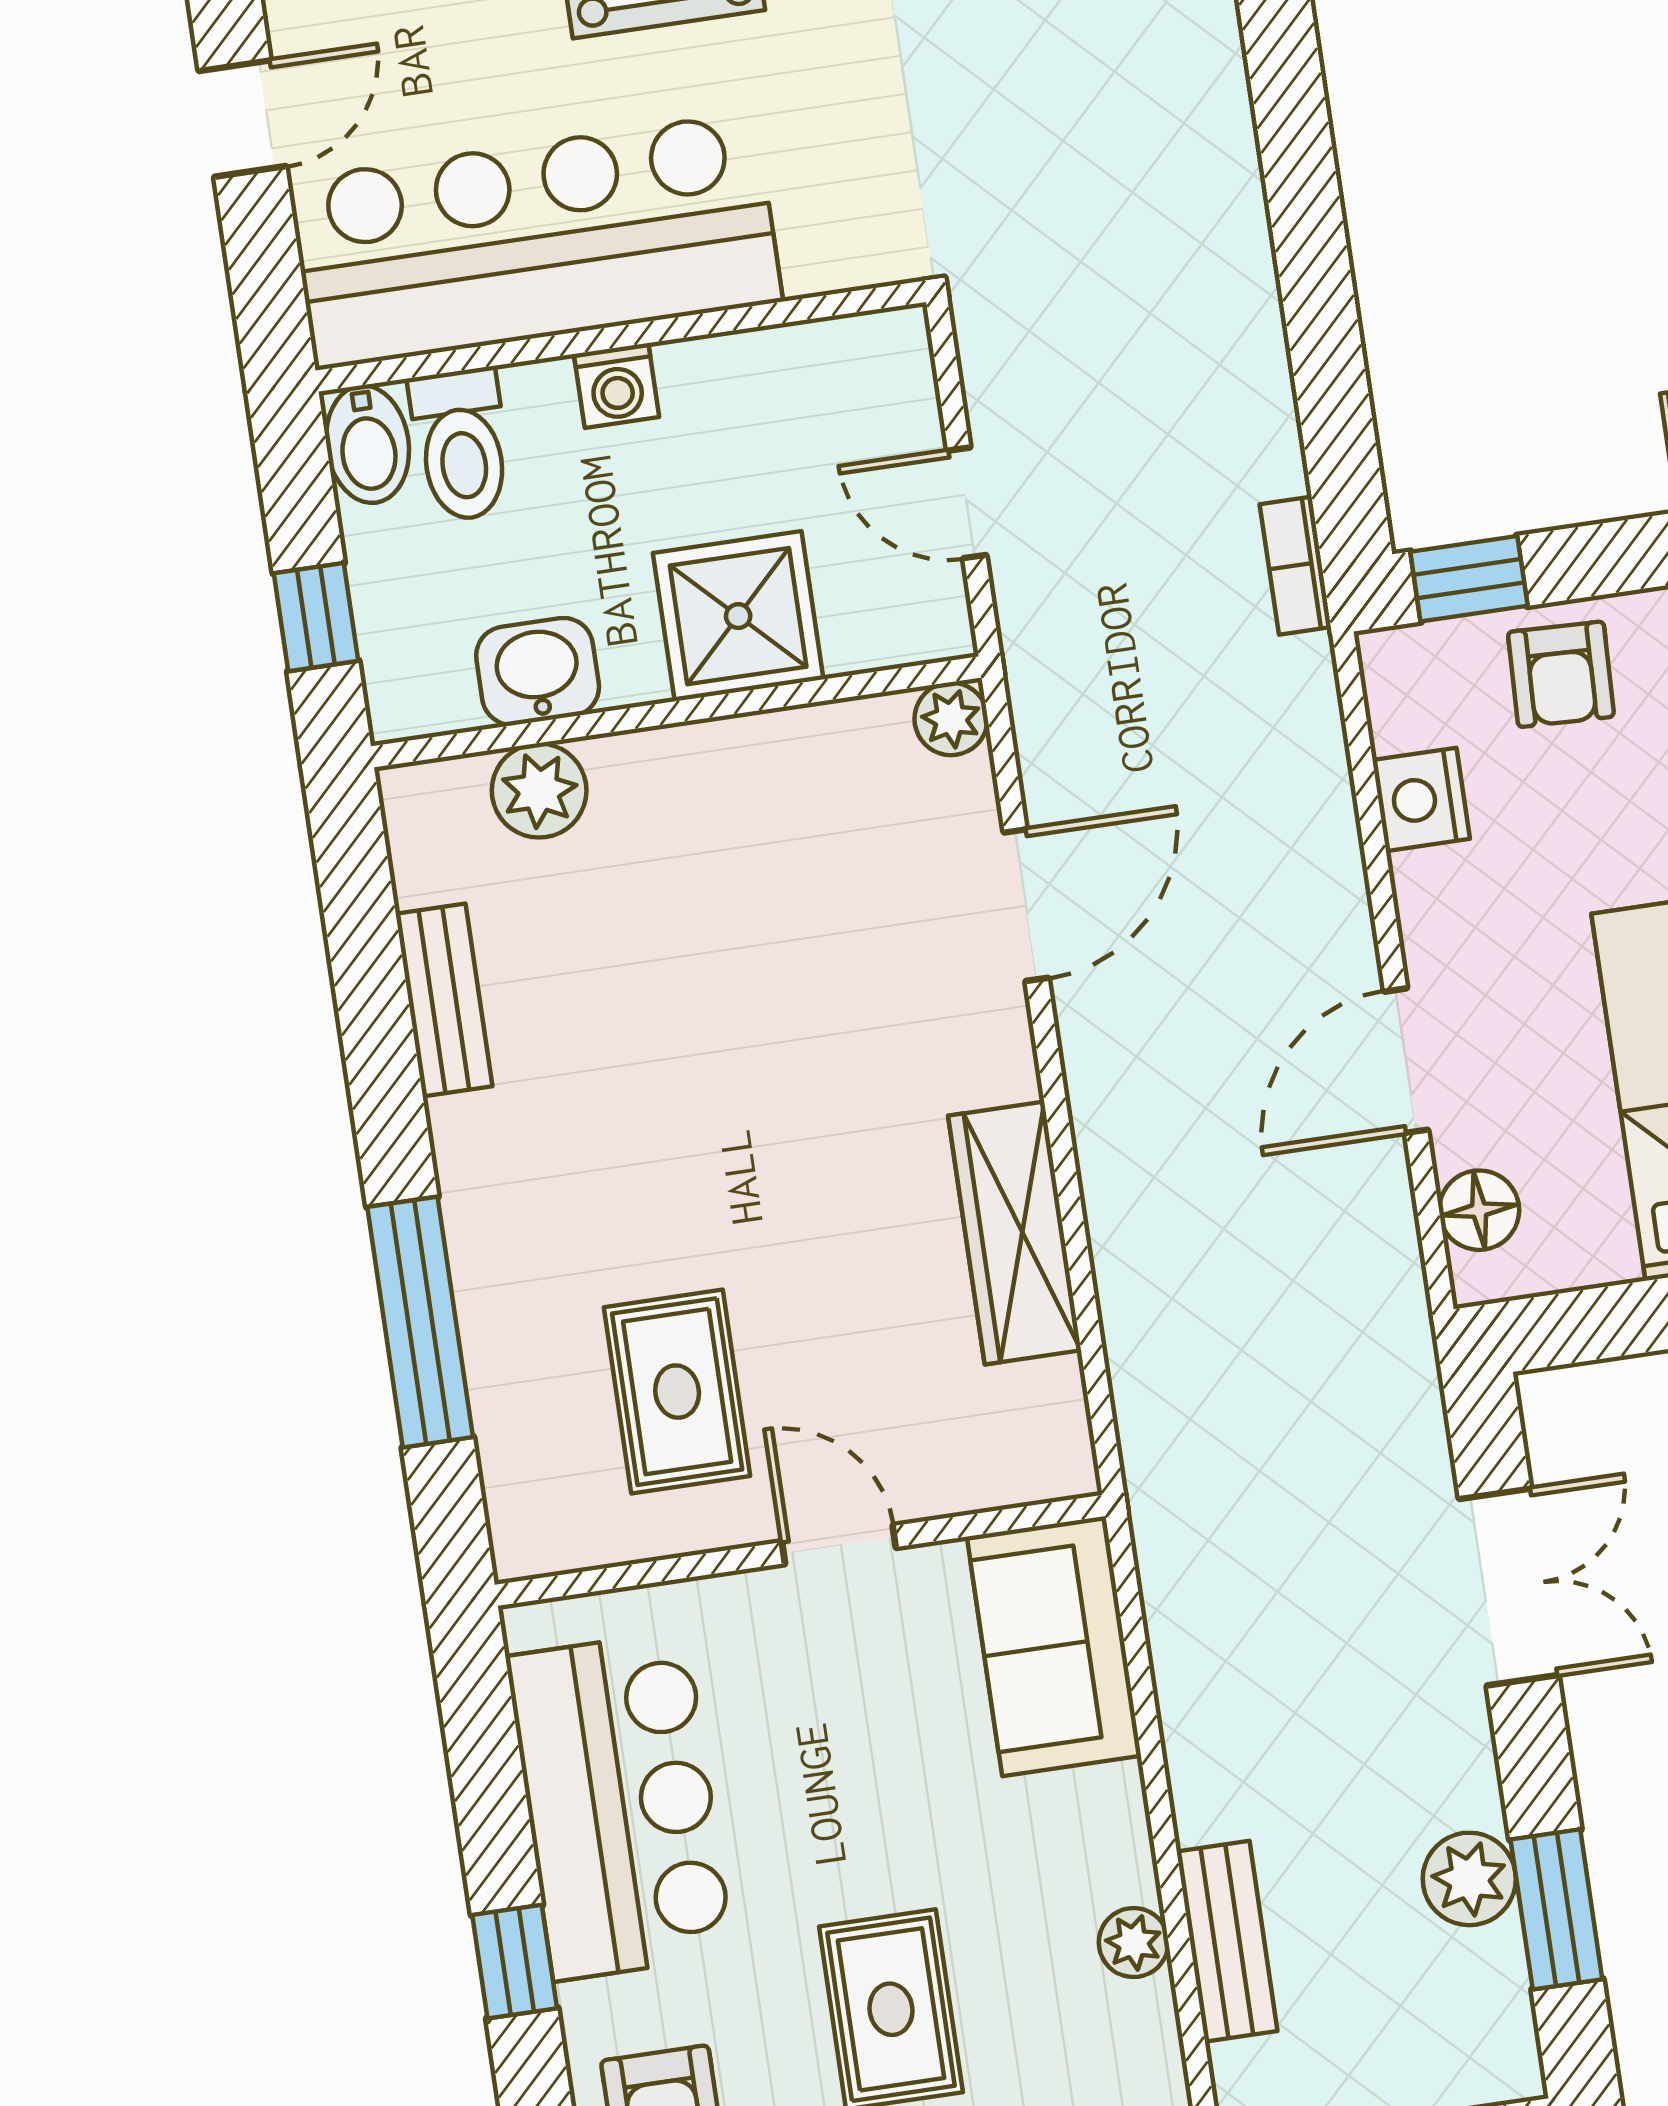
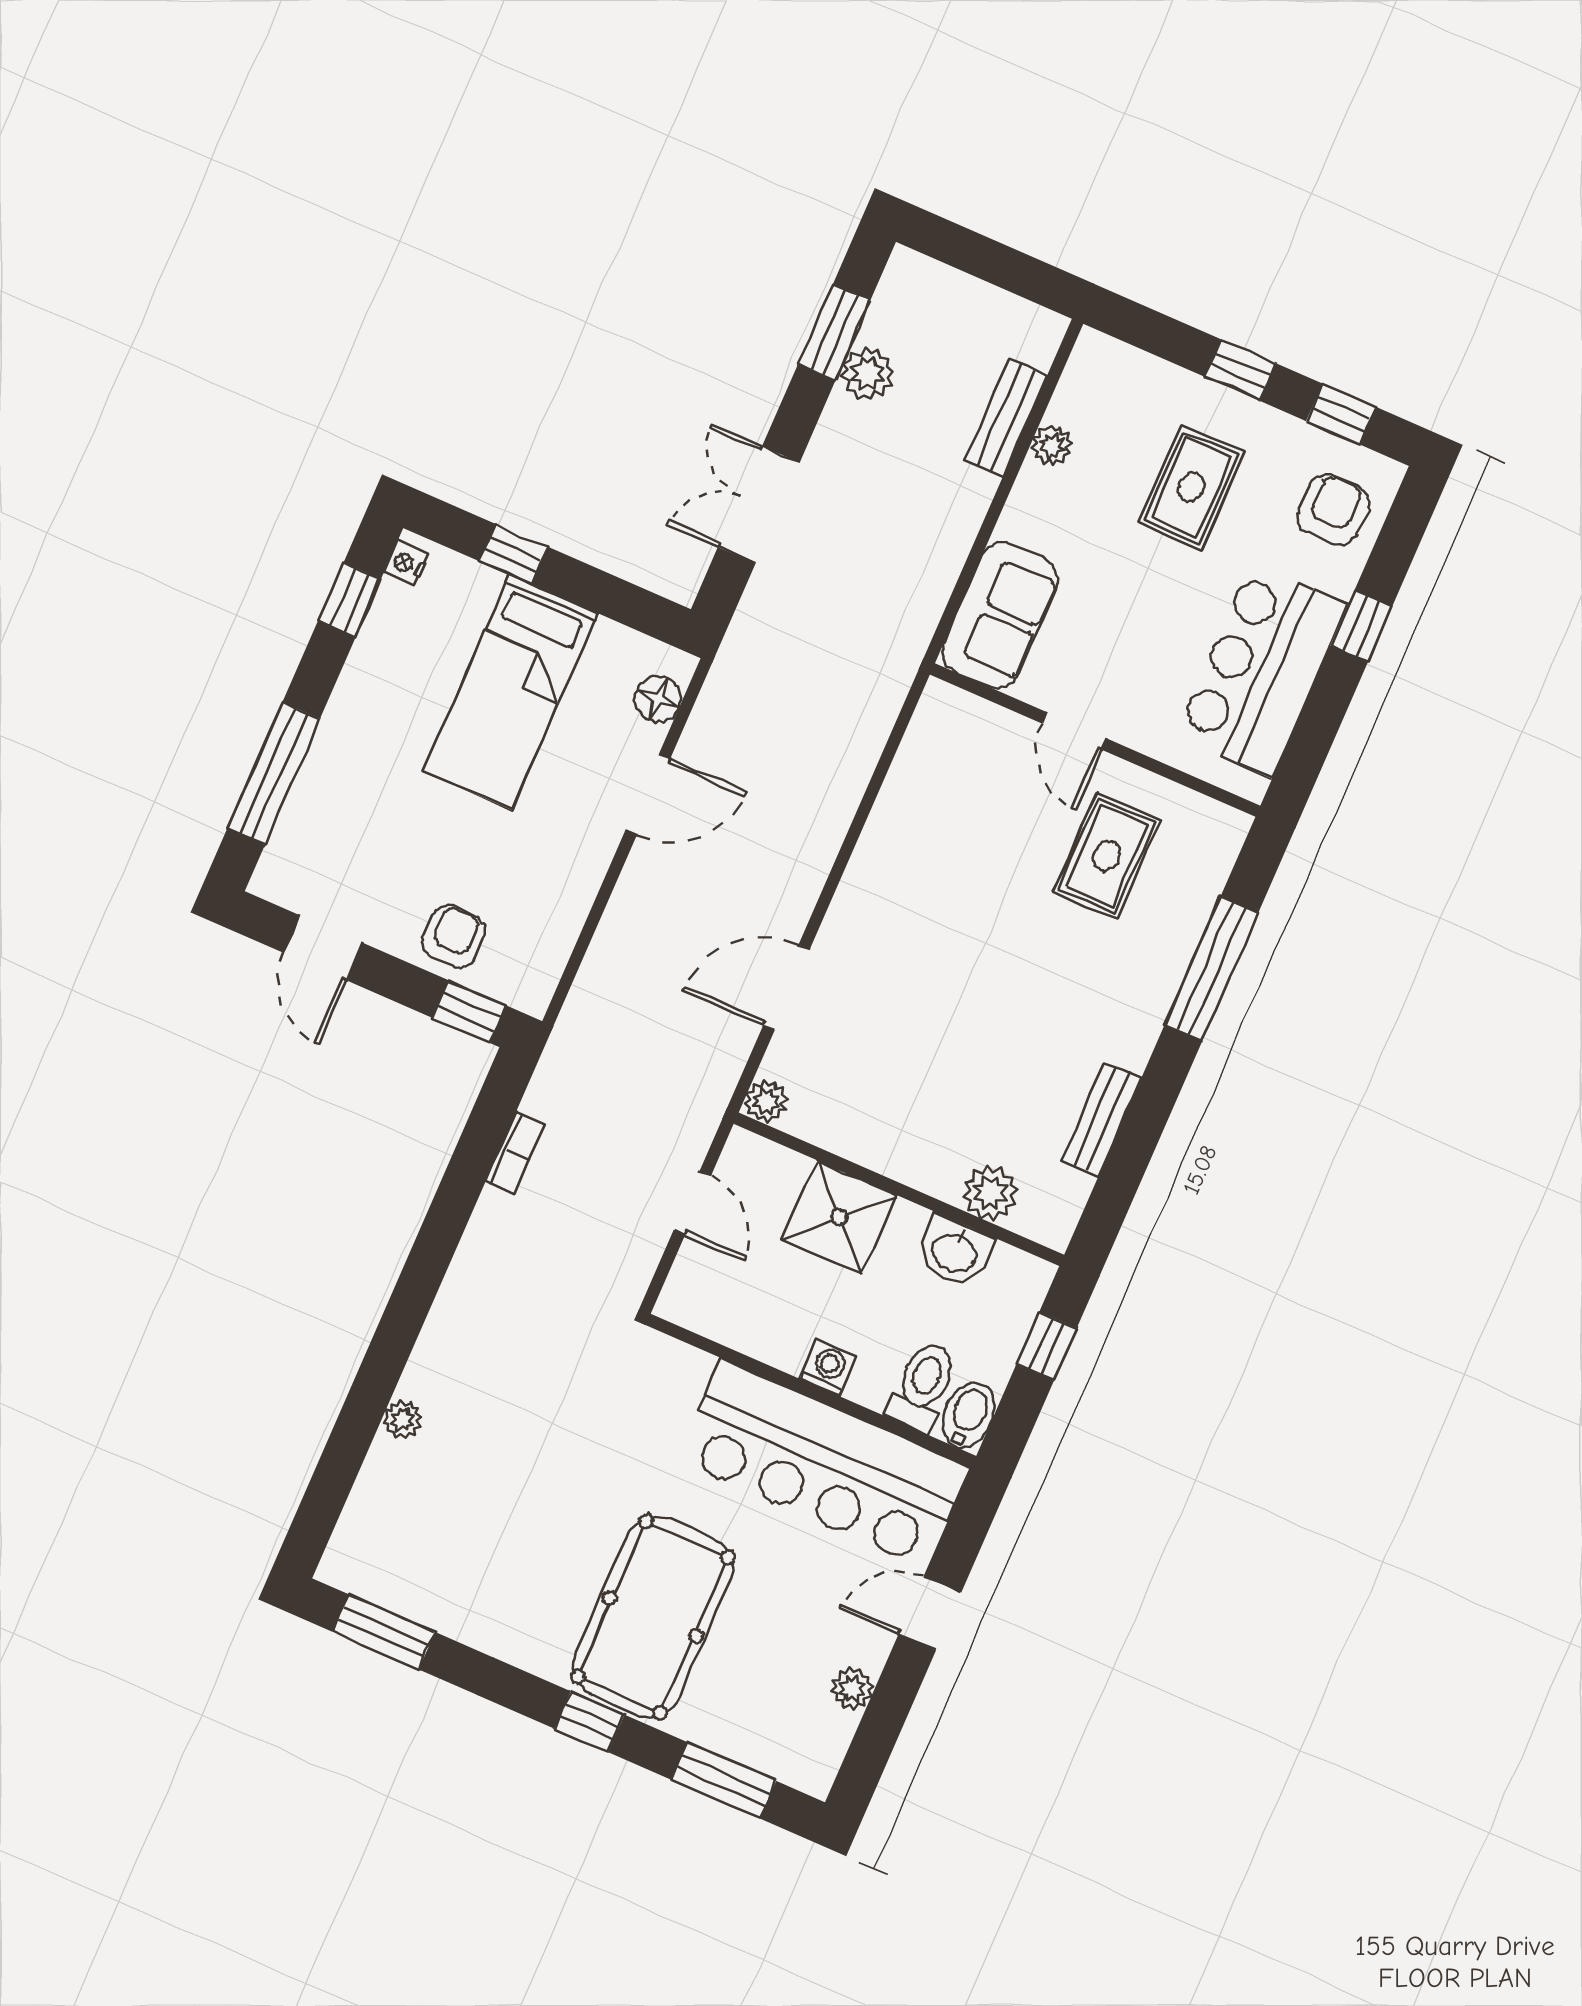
bookcase: (1296, 566) -> (515, 1153), moved
nightstand: (1421, 799) -> (560, 918), removed
wardrobe: (1015, 1233) -> (893, 830), removed

